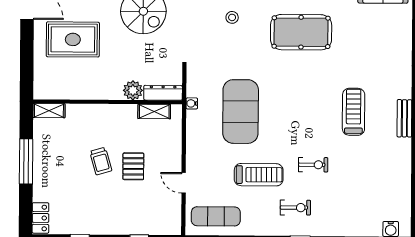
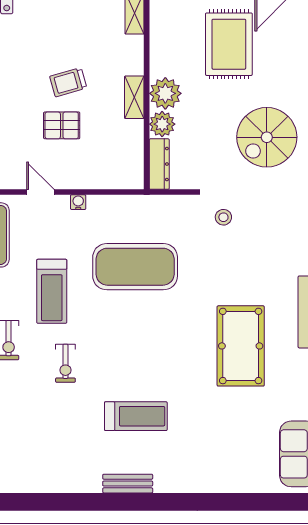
stool: (232, 17) -> (223, 217), moved
plant: (110, 88) -> (165, 93), added
water cooler: (192, 103) -> (78, 202), moved
shelving: (154, 111) -> (134, 97), moved
door: (184, 183) -> (40, 192), hinge flipped

